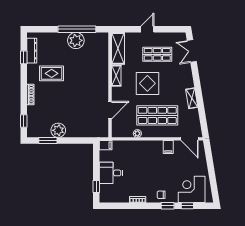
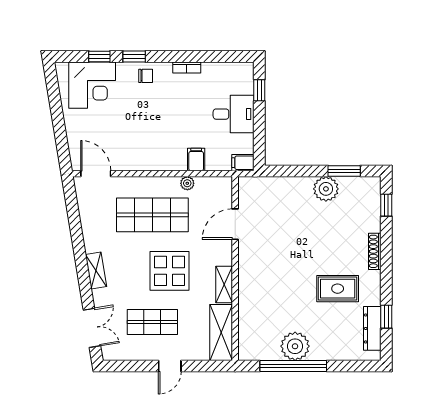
shelving: (192, 98) -> (96, 270), moved
filing cabinet: (168, 147) -> (196, 160), moved

